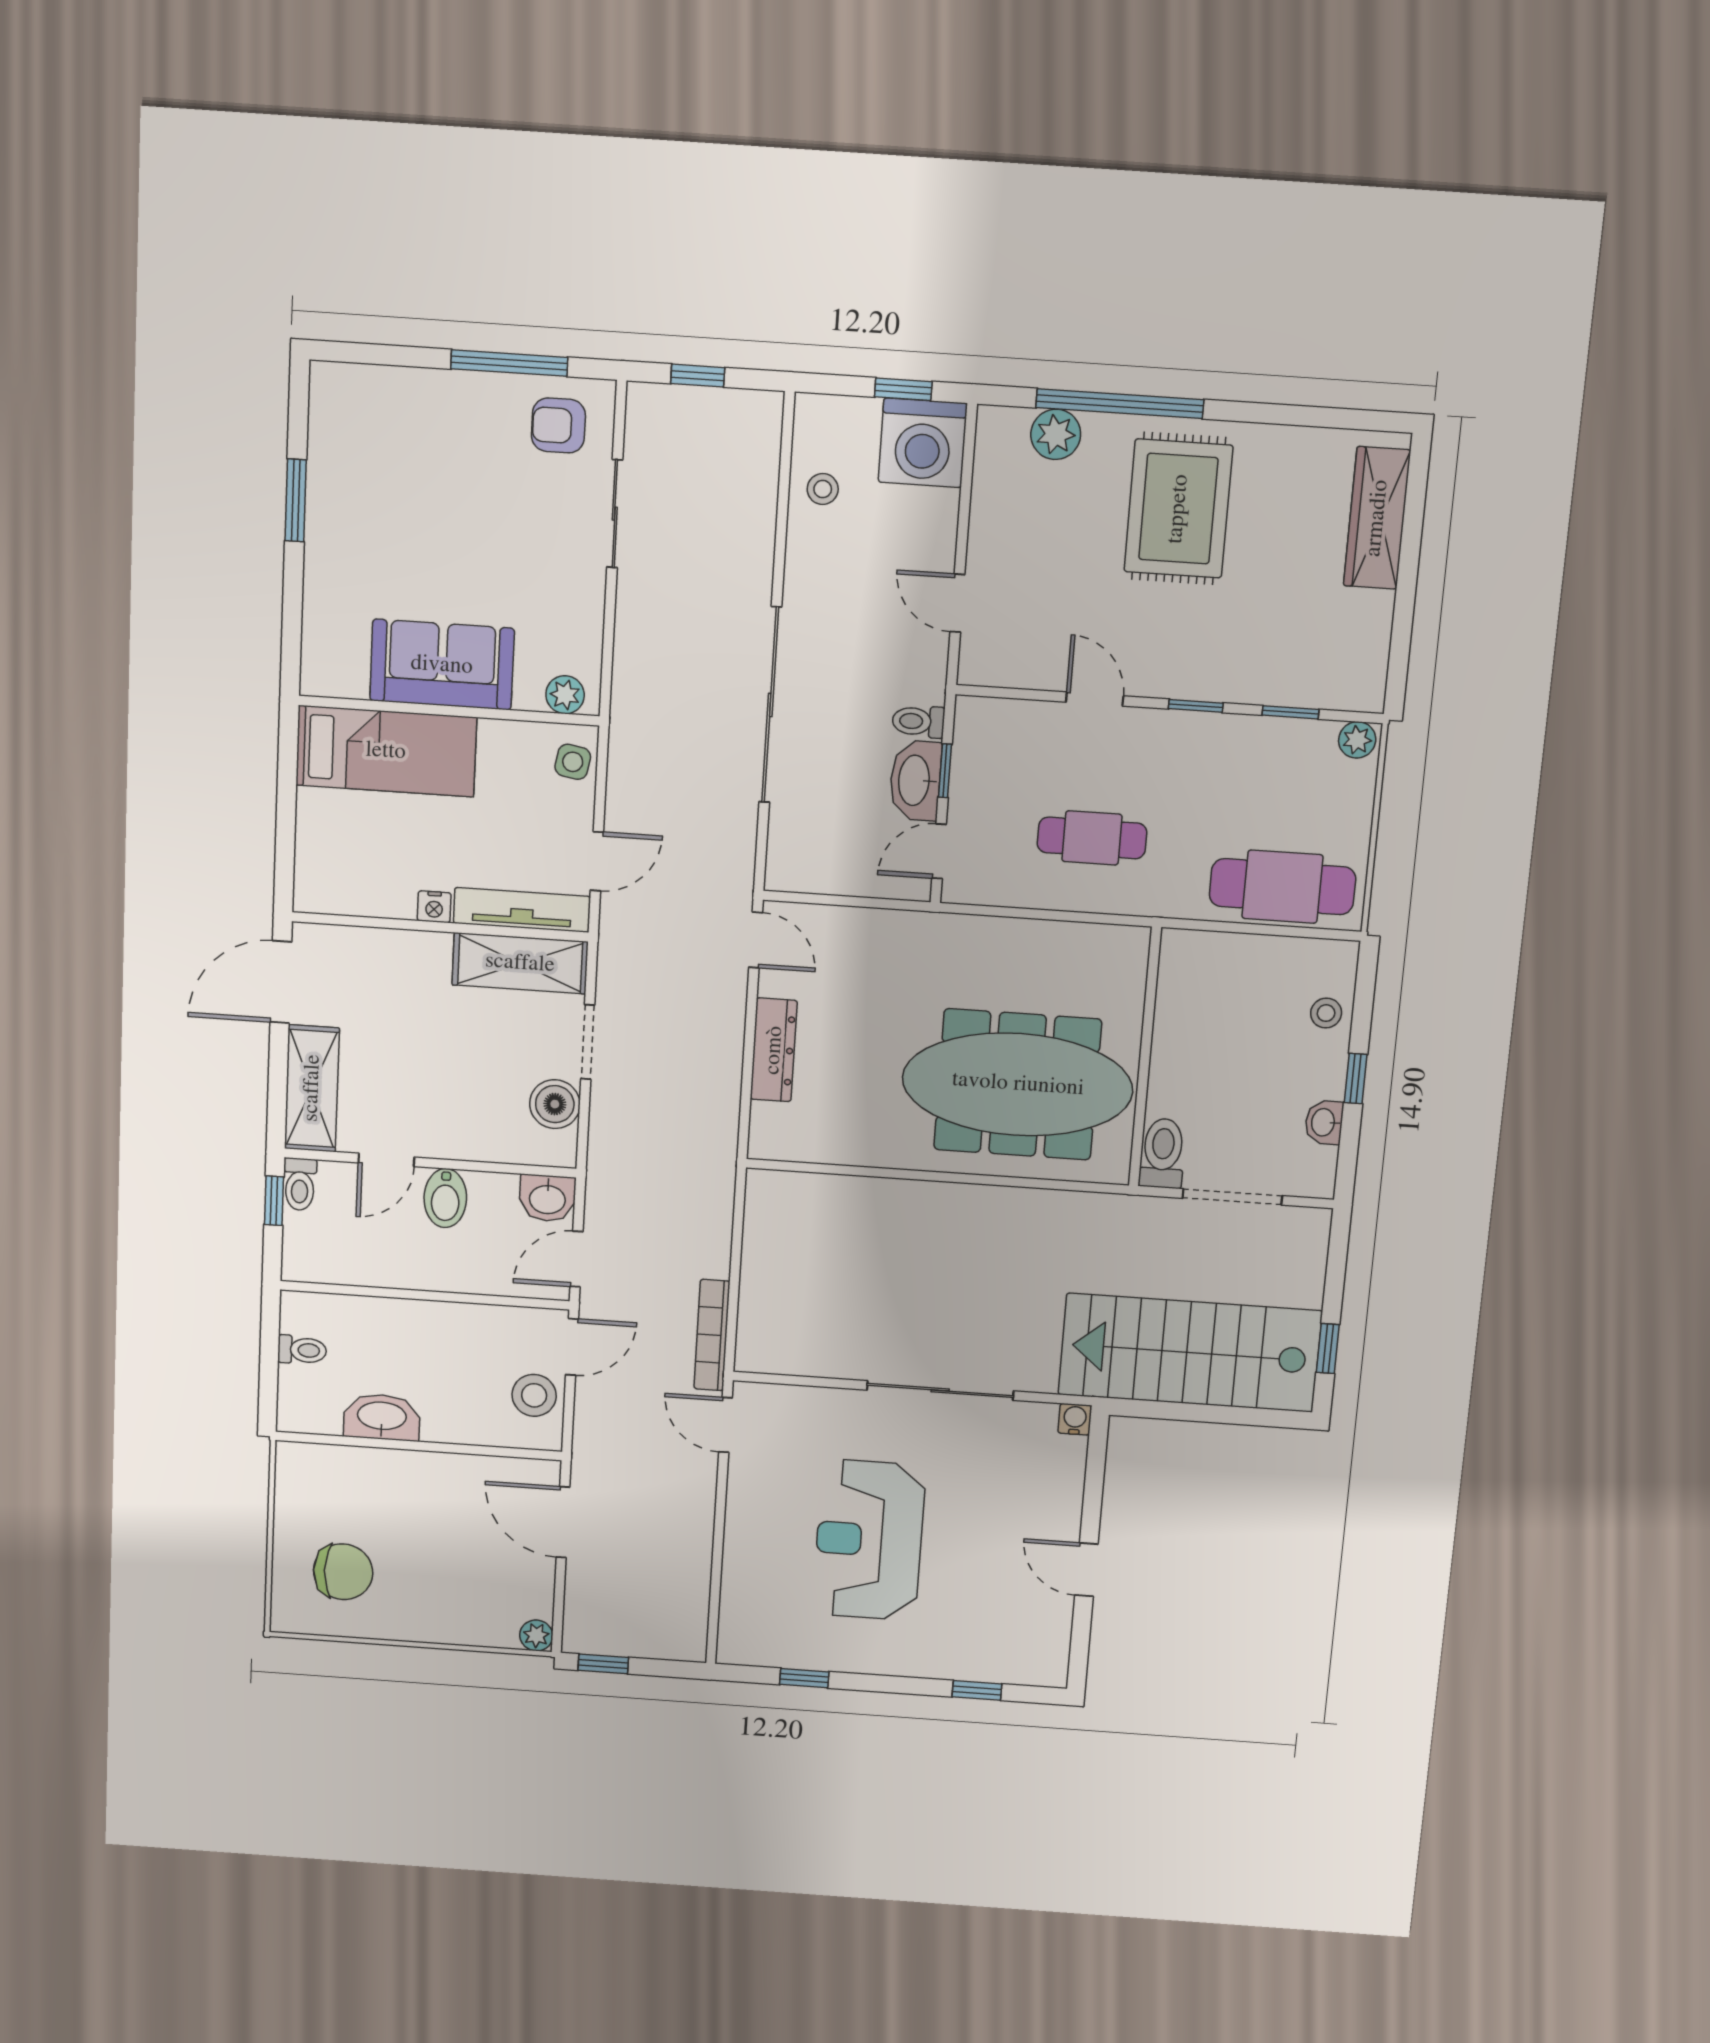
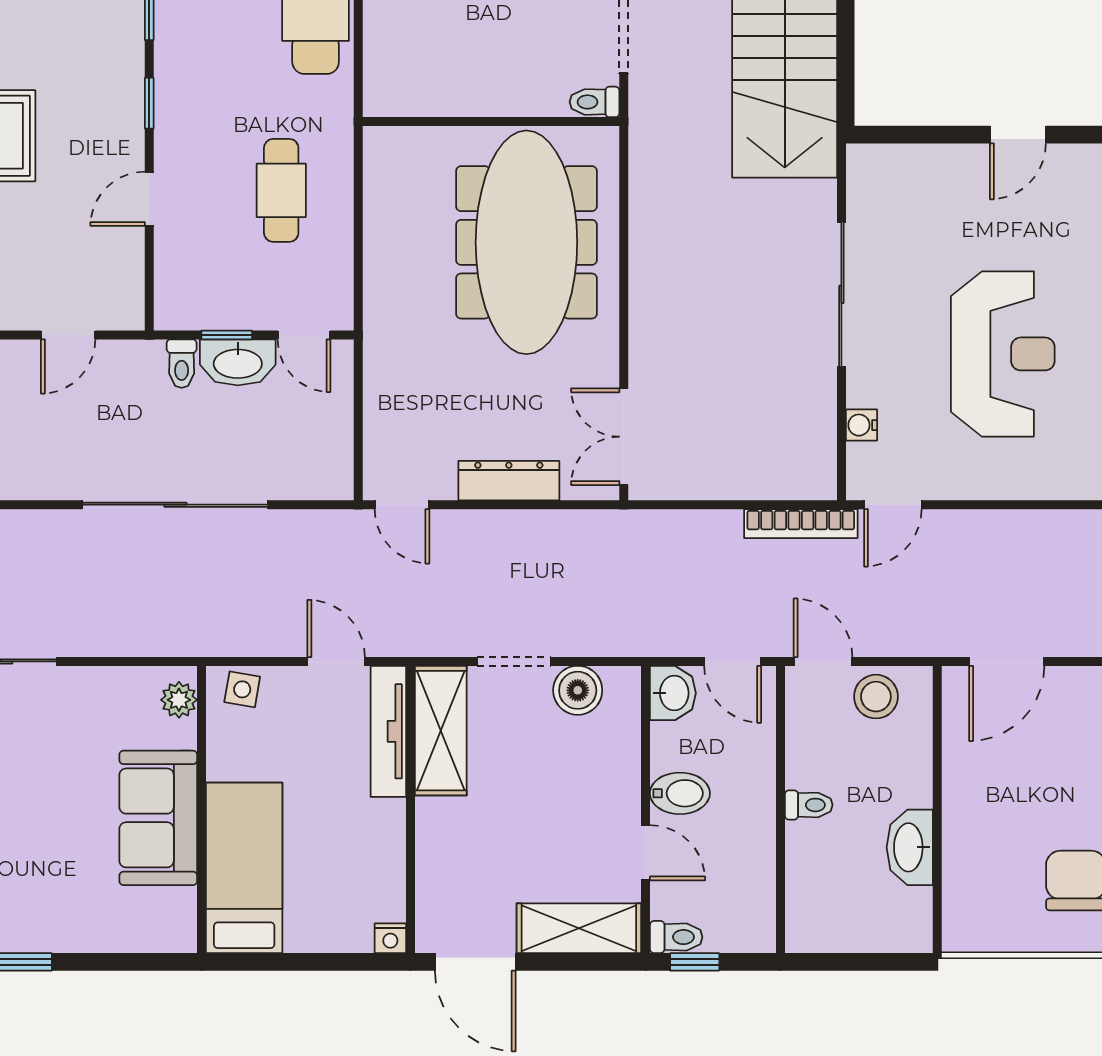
nightstand: (434, 907) -> (390, 938), moved, turned 90
door: (756, 940) -> (402, 505), swing flipped
toilet: (1163, 1153) -> (594, 102), width x0.73, depth x0.72
double door: (811, 1168) -> (624, 437), added
toilet: (302, 1350) -> (809, 805), moved, turned 90
water cooler: (1075, 1419) -> (861, 425), moved
reception desk: (869, 1540) -> (1003, 354), turned -90

